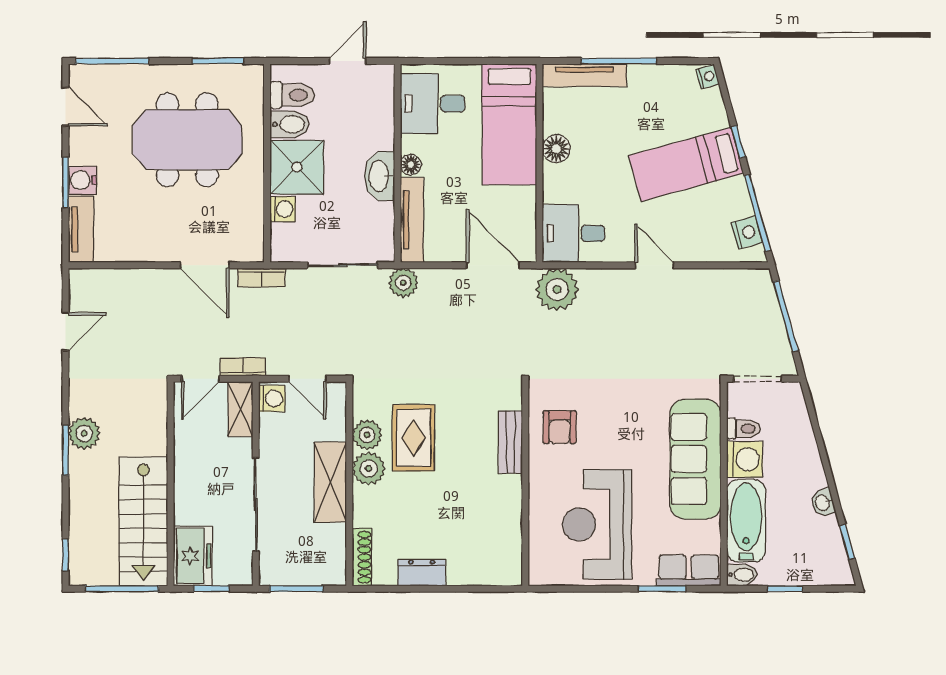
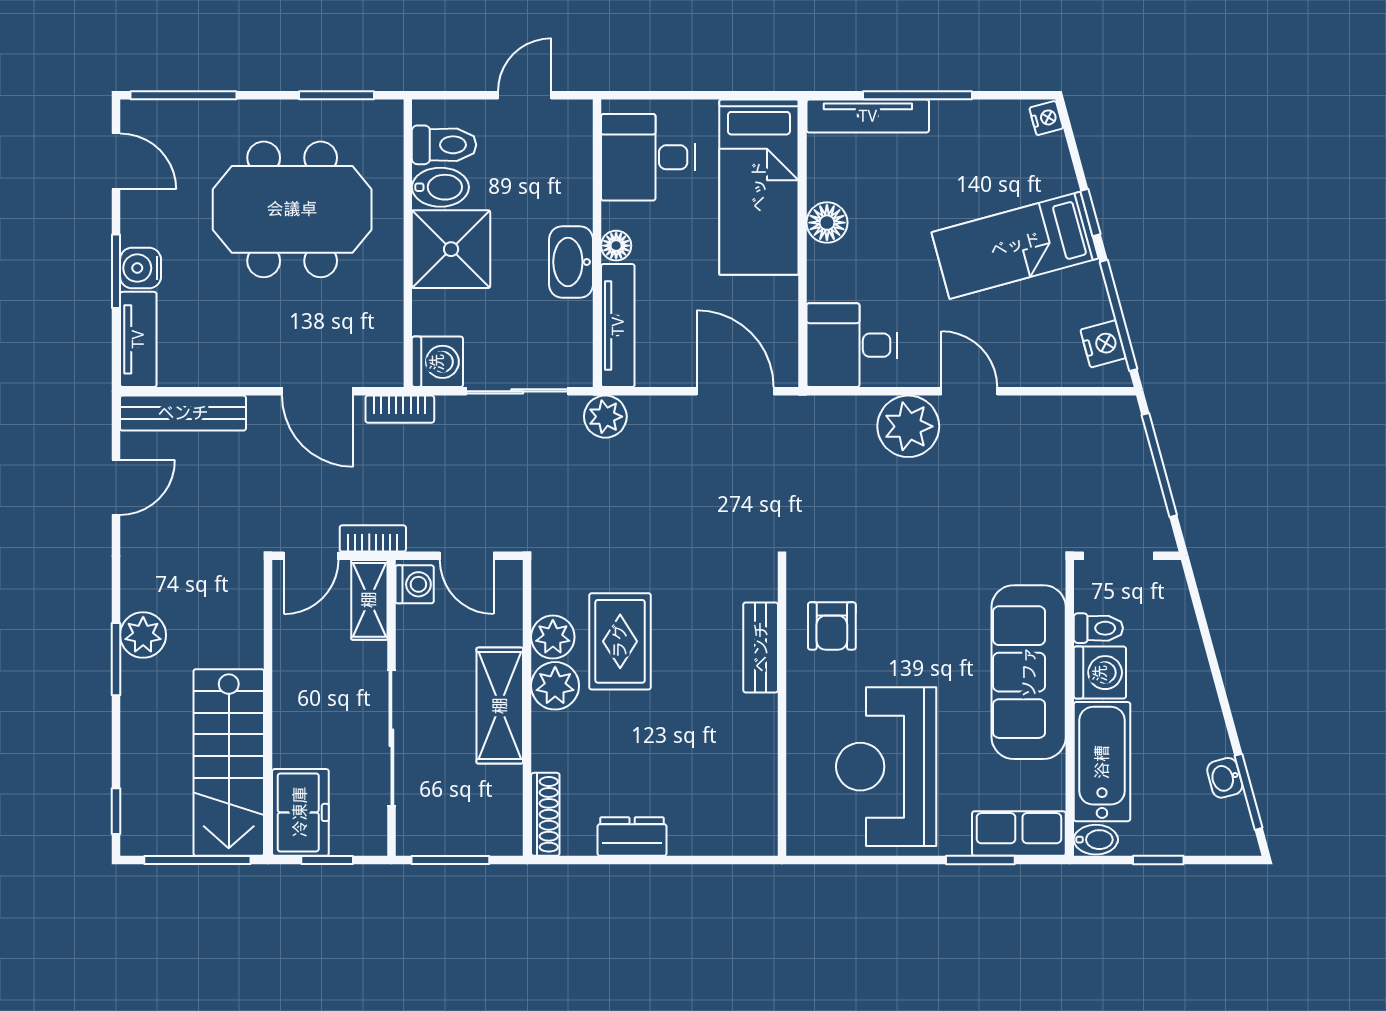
washing machine: (283, 209) -> (437, 362), moved, width x1.38, depth x1.38
bench: (112, 280) -> (183, 413), added
plant: (557, 289) -> (908, 426), moved
washbasin: (823, 503) -> (1225, 778), moved
window: (847, 542) -> (1248, 792), width x1.50

